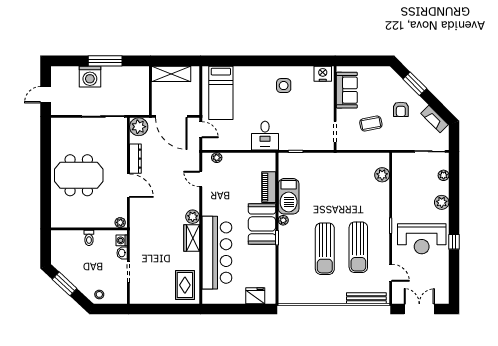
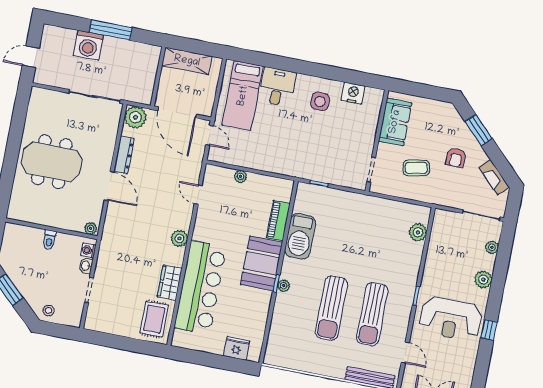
nightstand: (323, 74) -> (353, 93), moved
desk: (265, 136) -> (277, 87), moved, turned 180
plant: (217, 158) -> (240, 176), moved
plant: (283, 220) -> (284, 286), moved
wardrobe: (192, 238) -> (170, 283), moved

